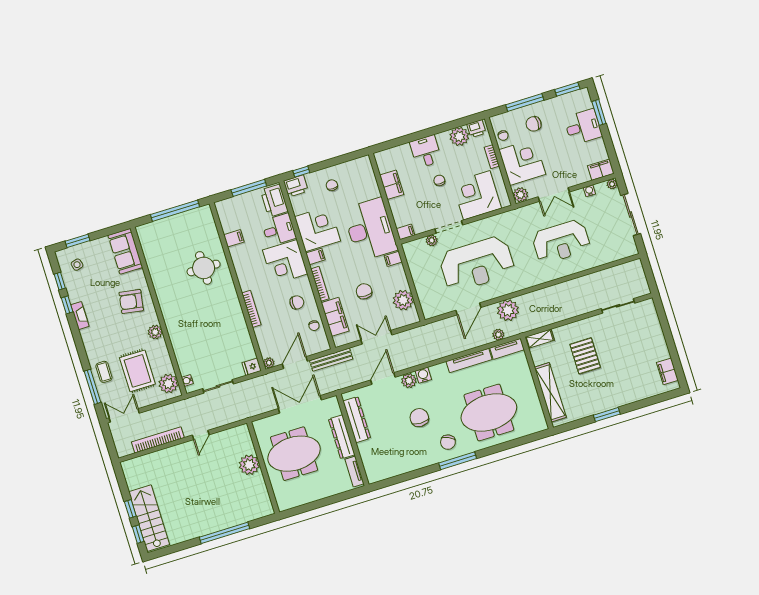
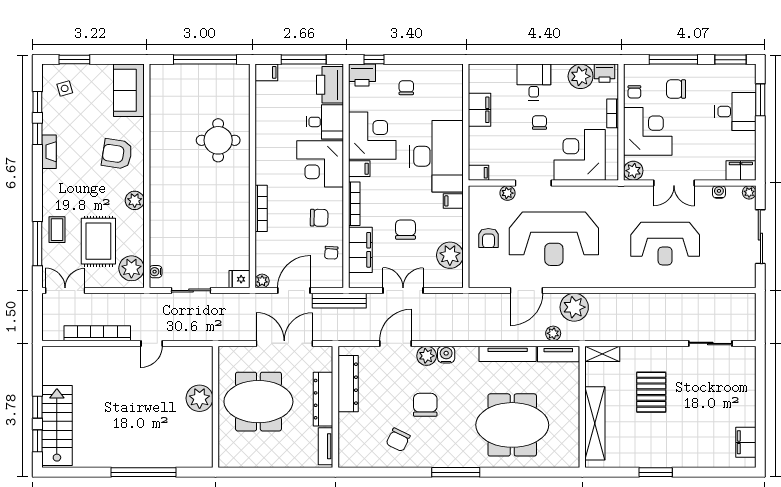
filing cabinet: (234, 238) -> (266, 72), moved
armchair: (428, 278) -> (488, 238), added
chair: (448, 442) -> (398, 440), moved

